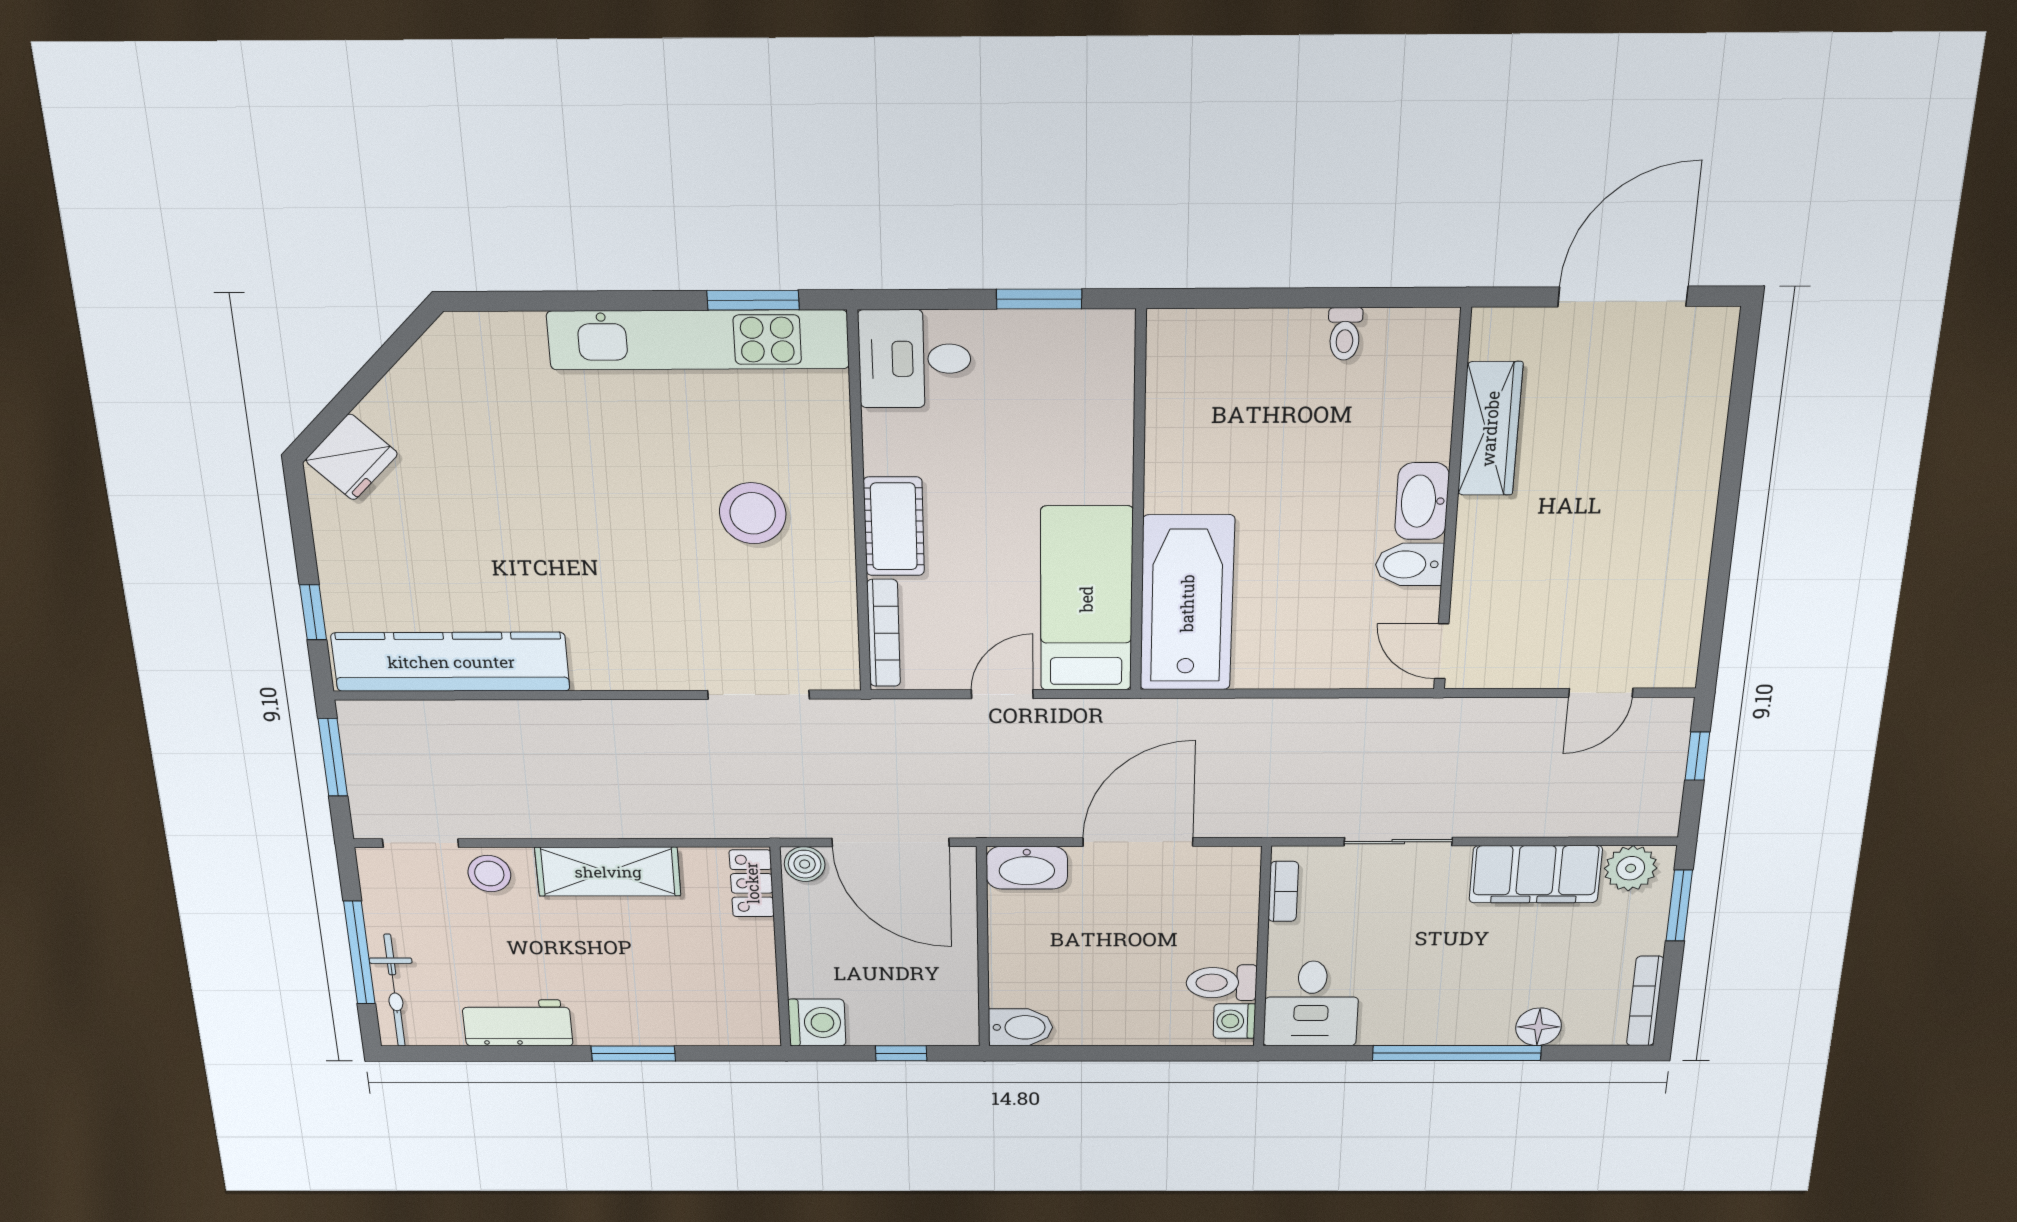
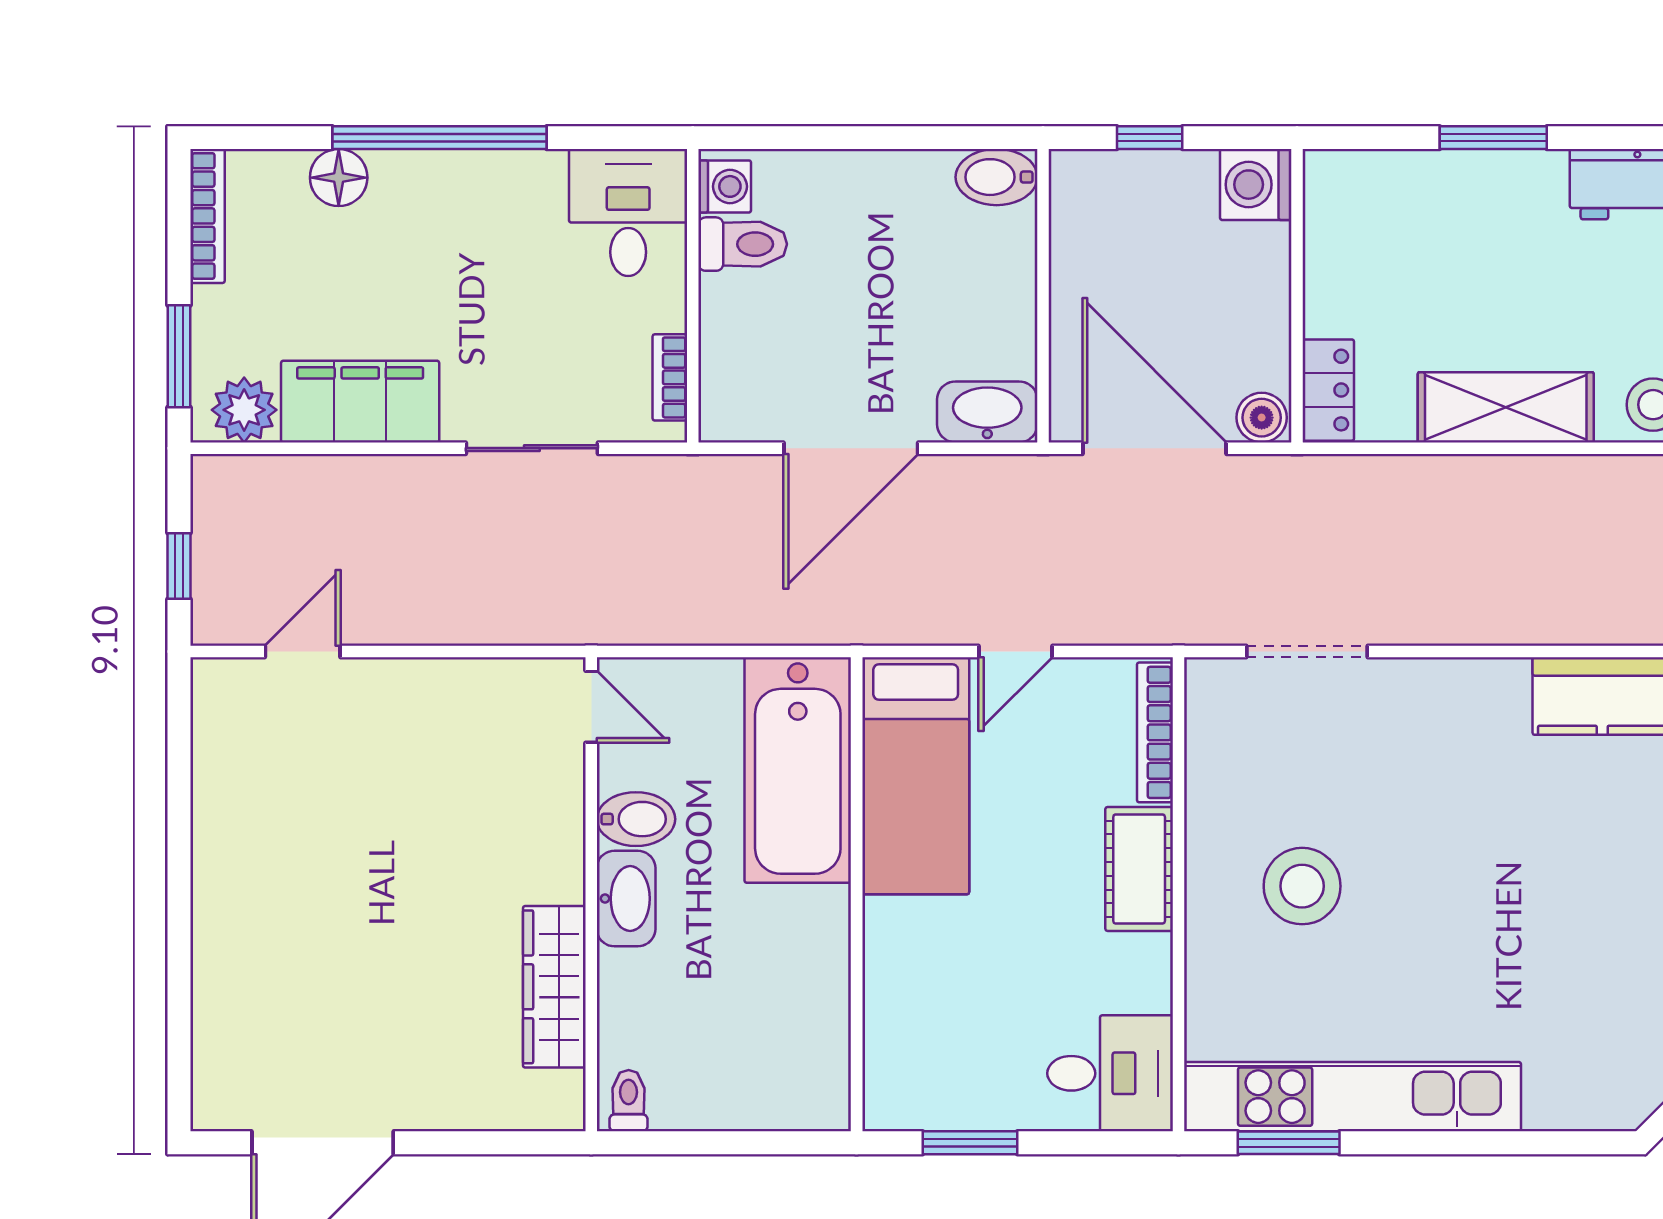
wardrobe: (1490, 429) -> (554, 987), moved
washbasin: (1422, 501) -> (626, 899), moved
wall: (1452, 504) -> (591, 894), moved
bidet: (1409, 564) -> (636, 819), moved
door: (1442, 651) -> (591, 707), moved

